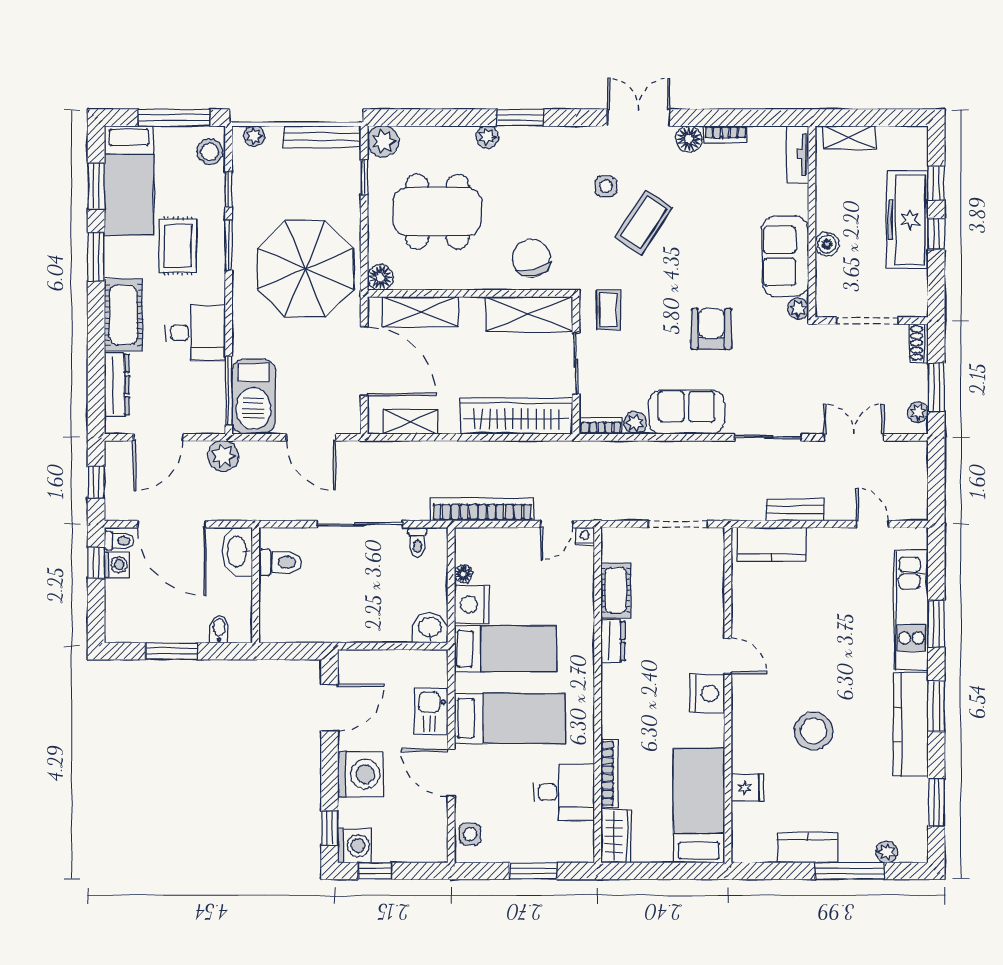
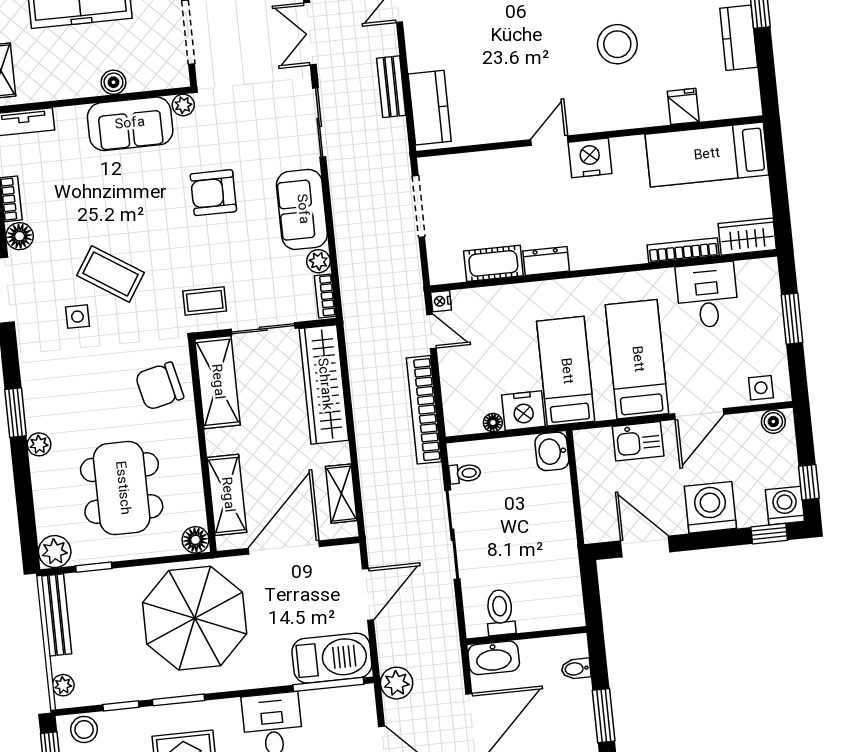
boiler: (436, 843) -> (773, 422), added

